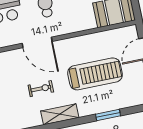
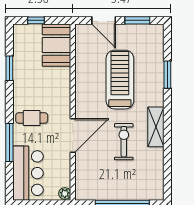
exercise bike: (41, 89) -> (124, 142), width x1.38, depth x1.39

